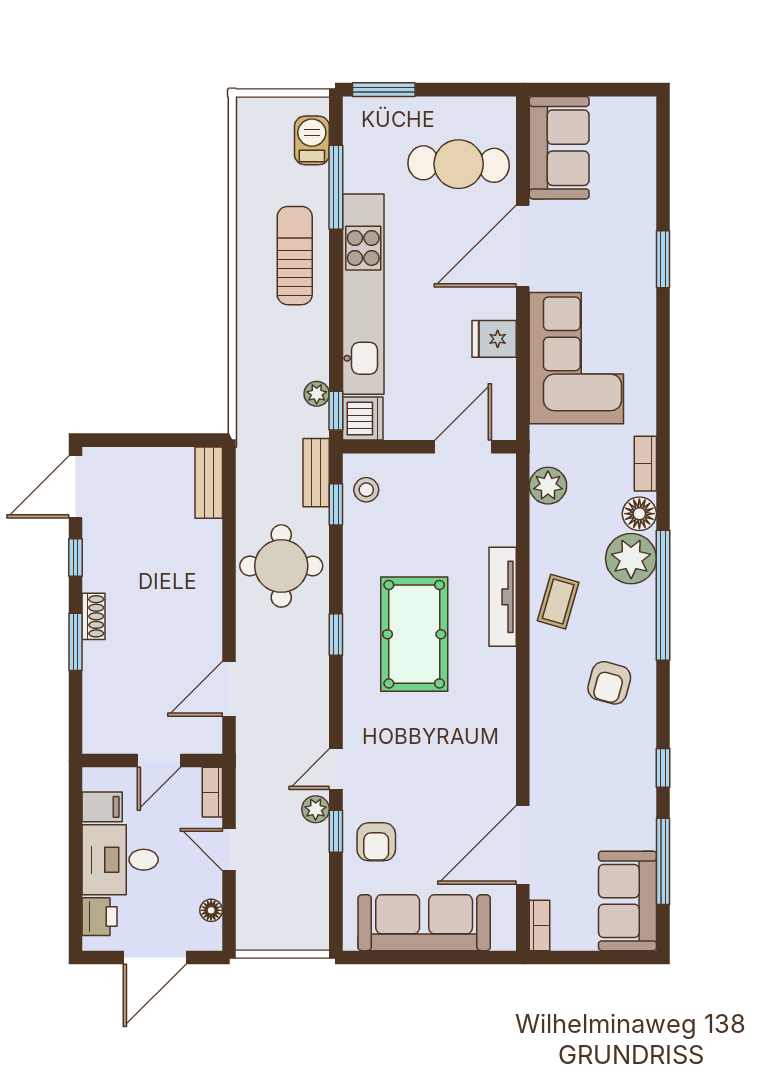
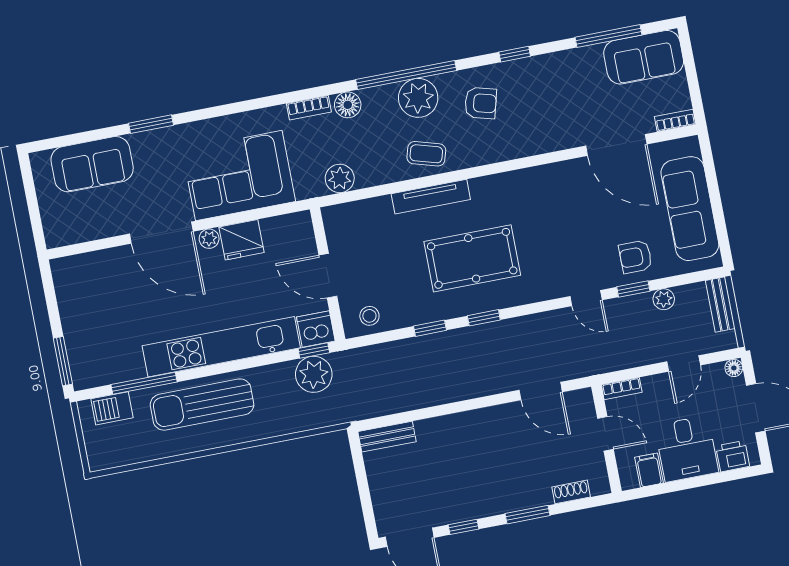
sofa: (559, 148) -> (92, 164), moved, turned 180
cafe table: (459, 164) -> (109, 293), removed
sun lounger: (295, 256) -> (202, 405), width x1.36, depth x1.34
plant: (503, 305) -> (209, 239), added
fridge: (494, 339) -> (241, 240), width x1.38
plant: (317, 394) -> (314, 374), width x1.87, depth x1.87
door: (463, 447) -> (328, 276), moved
bench: (316, 473) -> (720, 305), moved, turned 90
window: (336, 504) -> (430, 328), moved
plant: (631, 559) -> (418, 98), moved
round table: (281, 566) -> (440, 369), removed
shoe rack: (93, 616) -> (571, 492), moved
window: (663, 768) -> (515, 54), moved
plant: (316, 809) -> (664, 299), moved
armchair: (376, 842) -> (635, 257), turned 180
door: (229, 850) -> (684, 363), moved
floor lamp: (211, 910) -> (734, 368), moved

